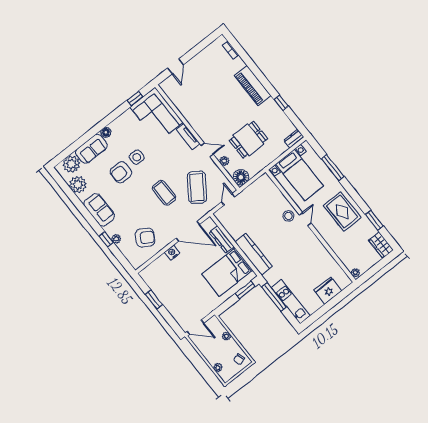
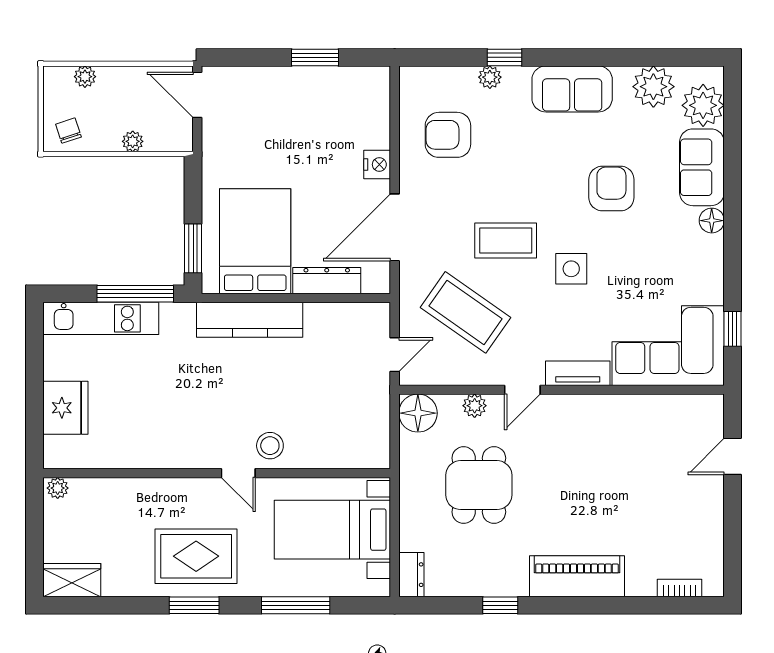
door: (175, 66) -> (733, 456), hinge flipped
side table: (137, 157) -> (571, 269), moved
door: (228, 199) -> (395, 355), hinge flipped
window: (374, 220) -> (194, 605), moved
armchair: (145, 238) -> (448, 135), turned 59
door: (195, 327) -> (197, 95), hinge flipped

